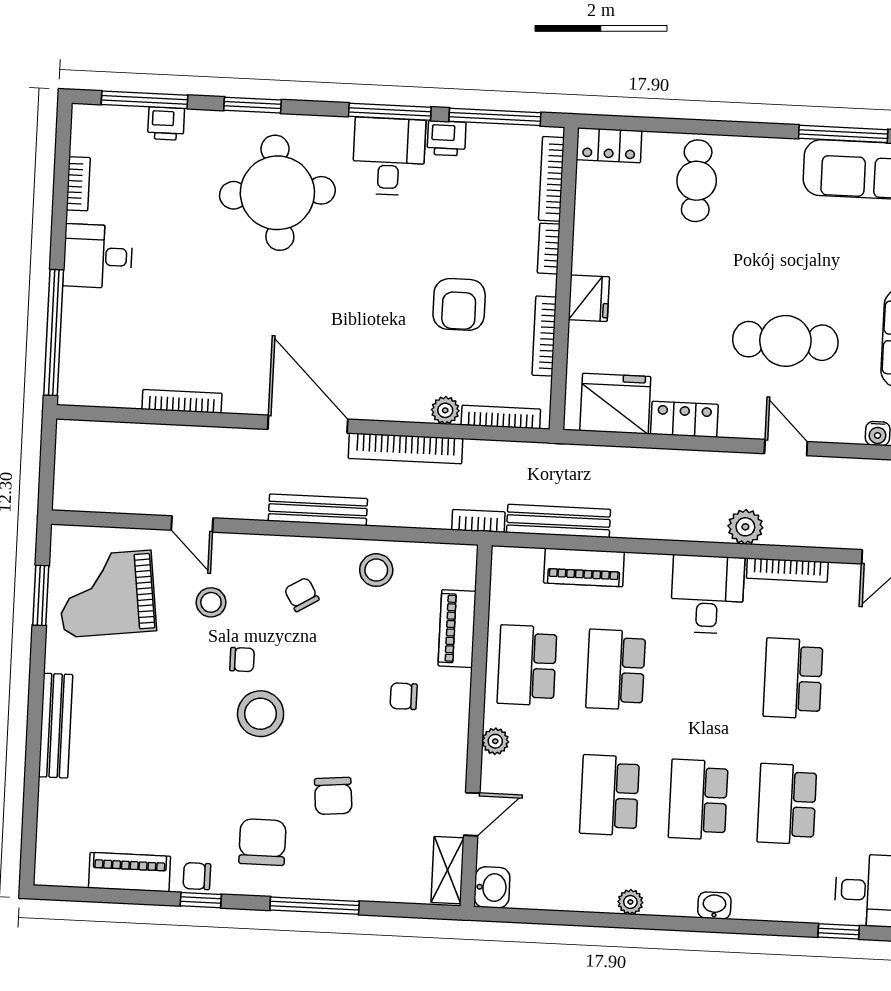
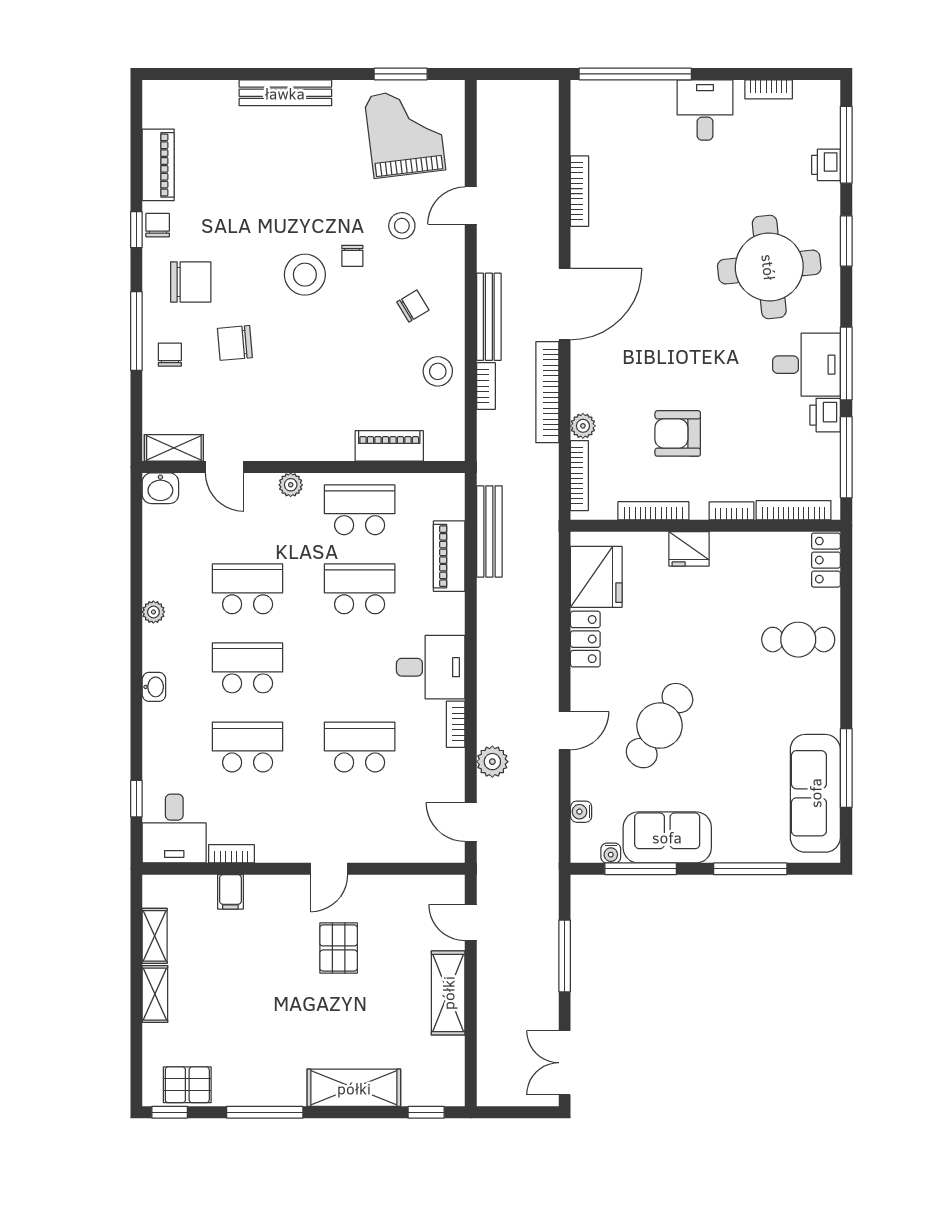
cafe table: (785, 341) -> (660, 726), turned 33
bookcase: (478, 521) -> (486, 386), moved
plant: (745, 527) -> (492, 762), moved
bookcase: (787, 570) -> (456, 724), width x0.64
chair: (404, 696) -> (170, 355), moved

